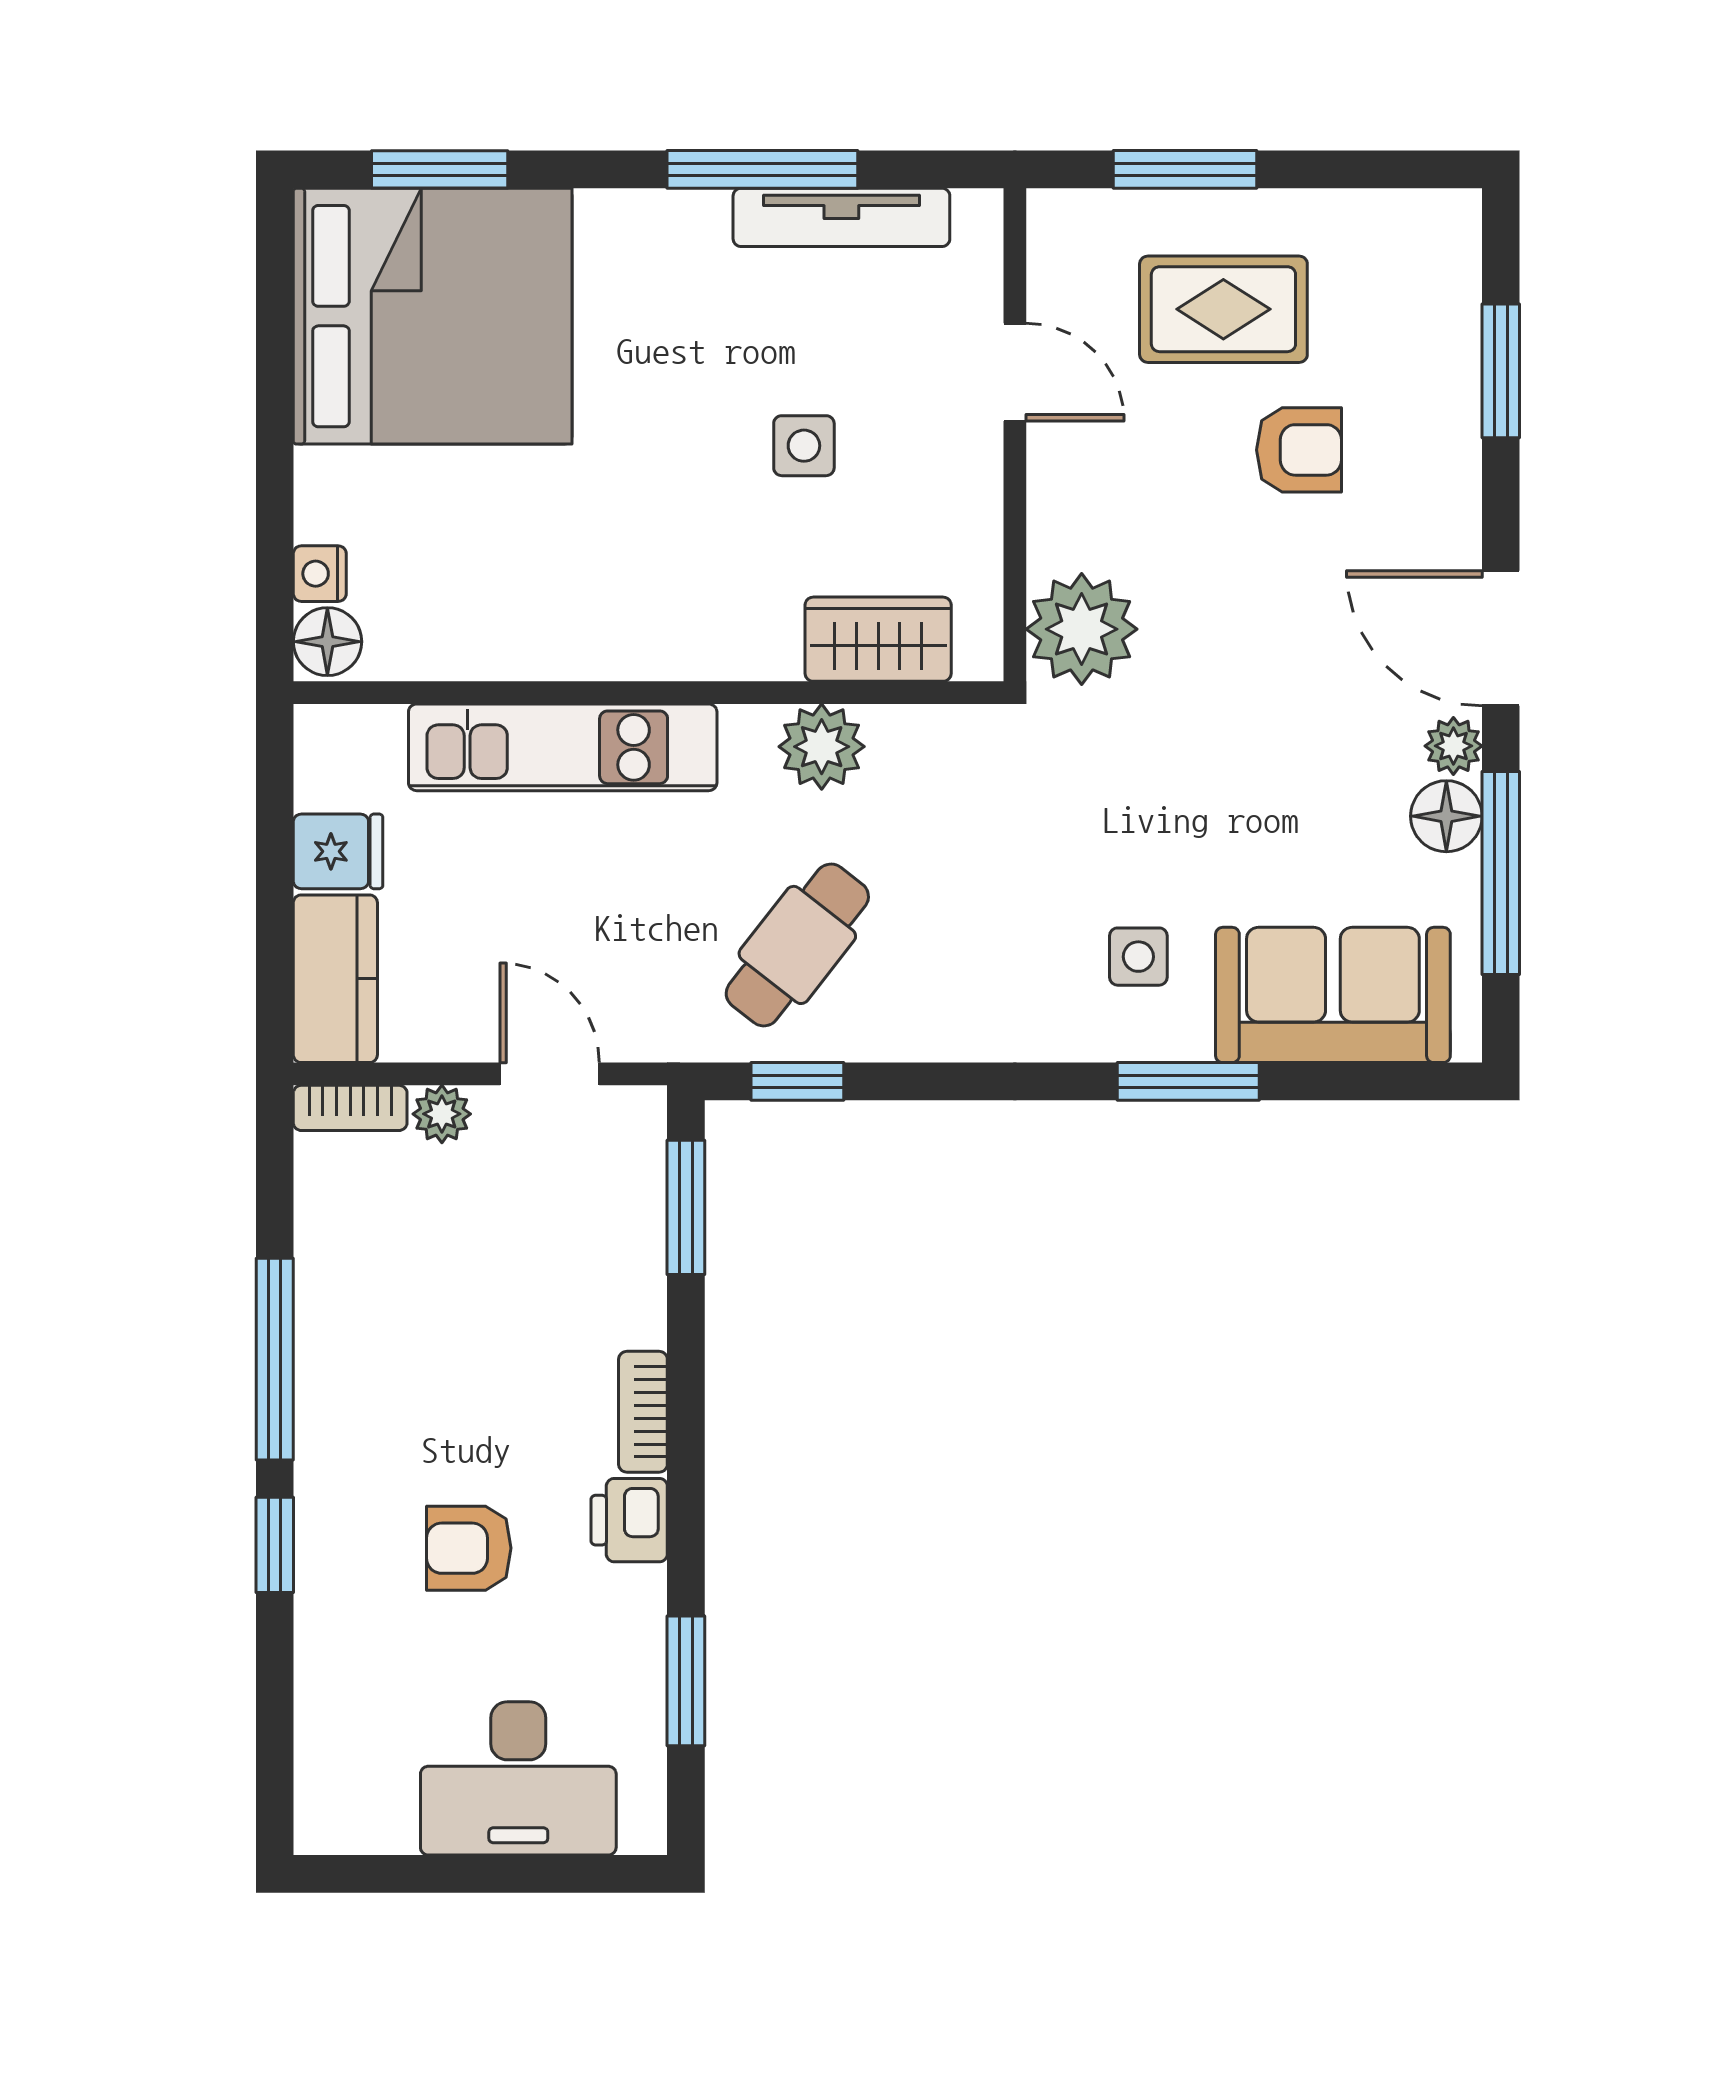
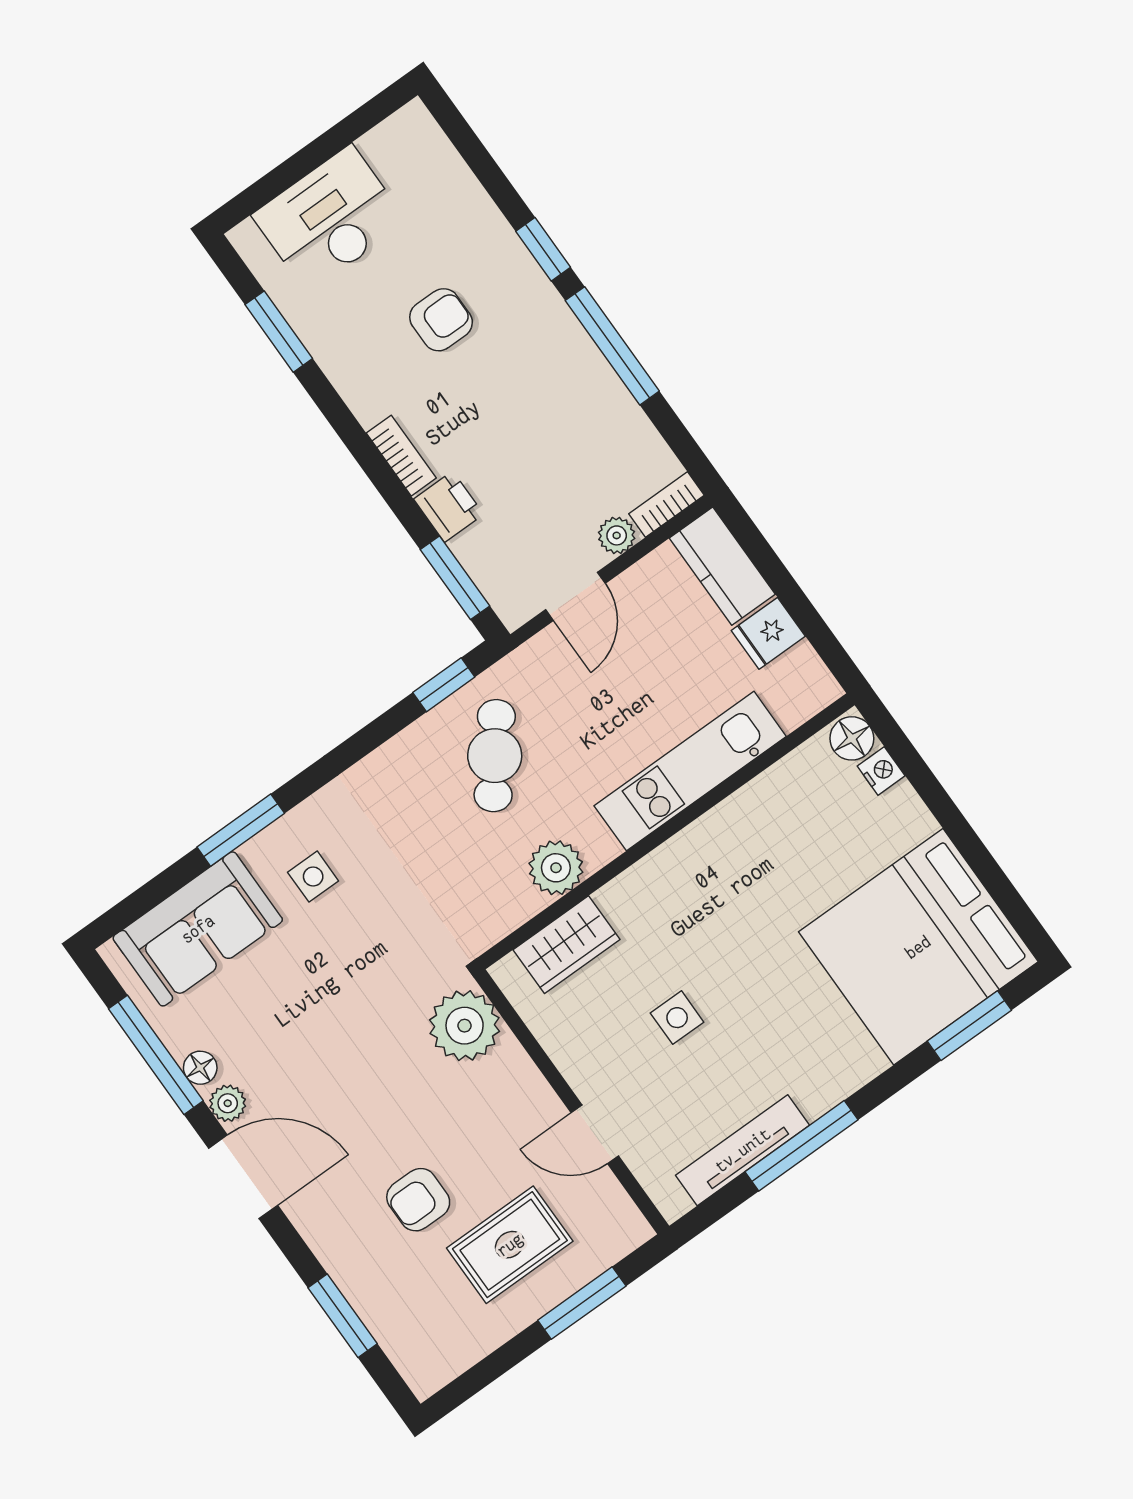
floor lamp: (1446, 816) -> (200, 1068), width x0.73, depth x0.73
door: (550, 1074) -> (575, 596), hinge flipped
printer: (629, 1520) -> (449, 507), moved

